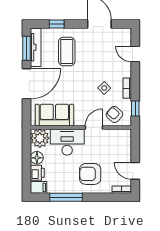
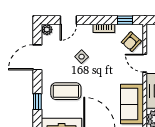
plant: (126, 33) -> (47, 30), added
side table: (104, 88) -> (82, 57), moved

